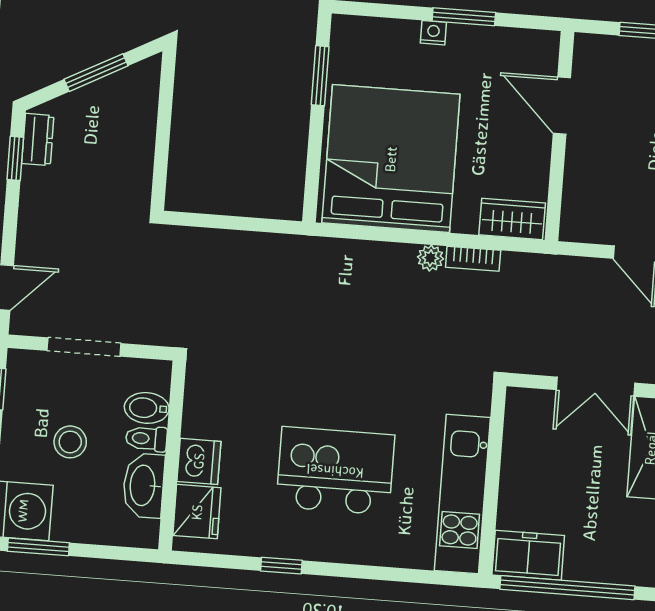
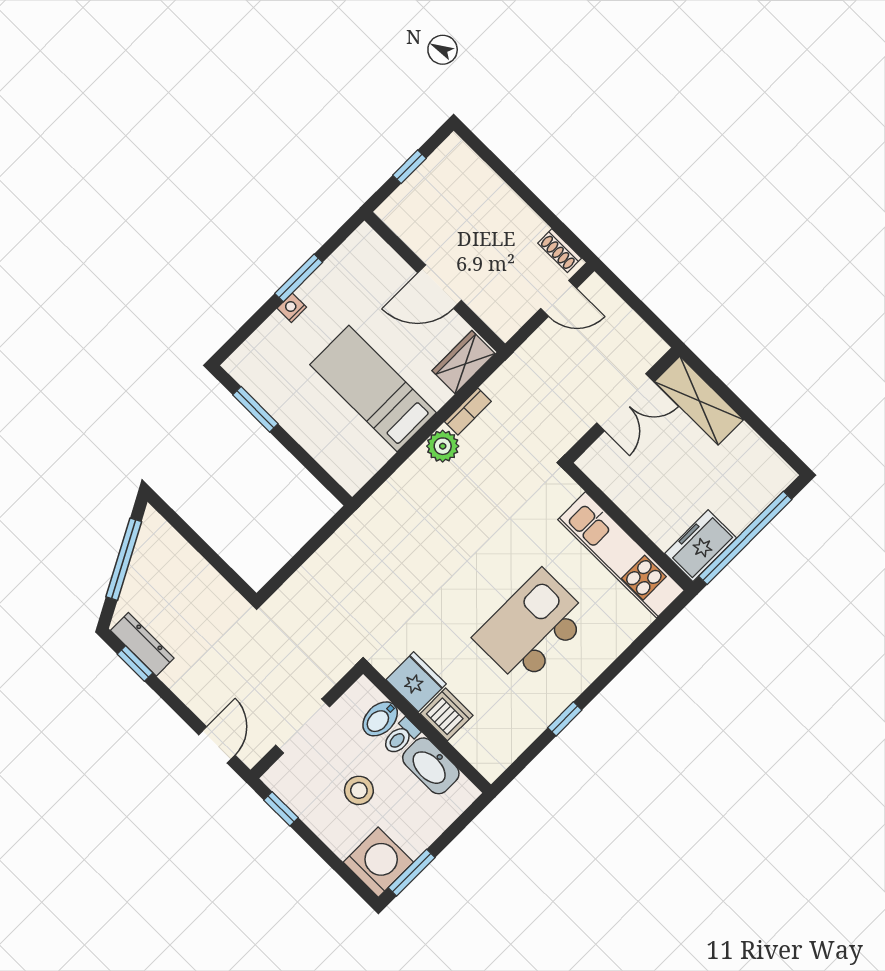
window: (96, 73) -> (124, 559), width x1.44
door: (562, 106) -> (440, 287), moved
dresser: (38, 140) -> (142, 644), width x1.44
bed: (391, 159) -> (373, 389), width x0.49
plant: (430, 258) -> (443, 446), width x1.38, depth x1.38
fridge: (197, 512) -> (416, 682), moved

